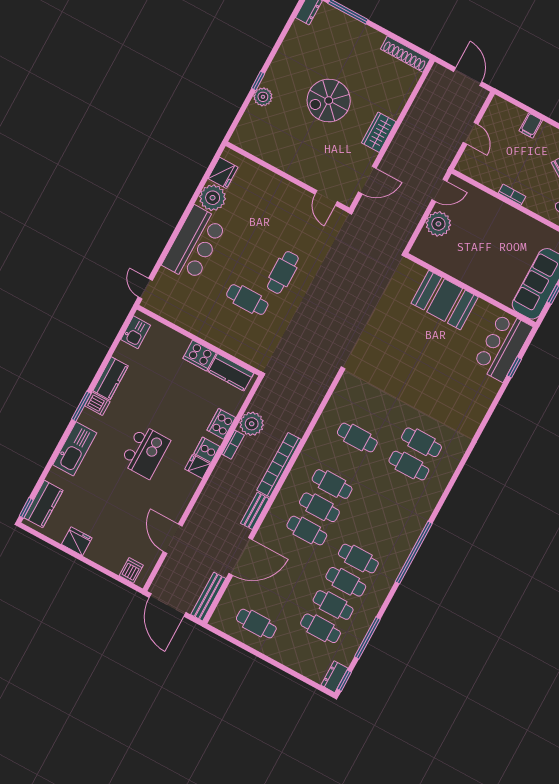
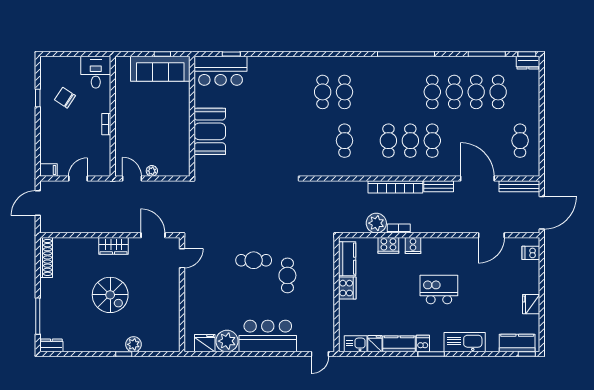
filing cabinet: (531, 126) -> (48, 170), moved
plant: (438, 224) -> (152, 171), width x0.53, depth x0.53
fridge: (198, 466) -> (375, 344), moved, turned 180

